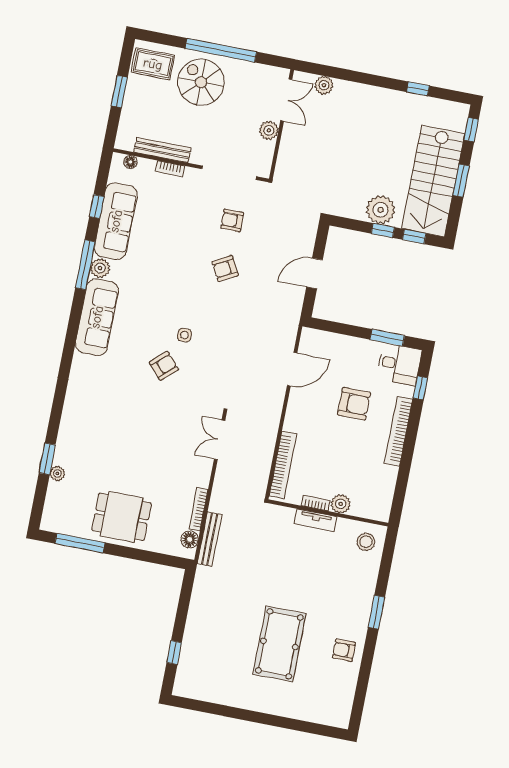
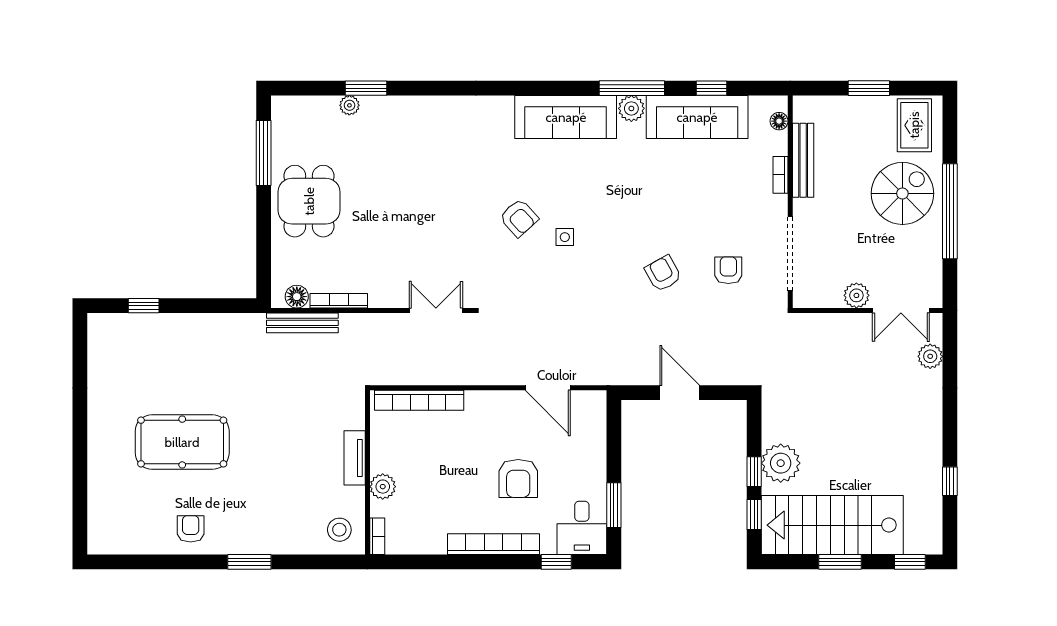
bookcase: (316, 503) -> (377, 536), moved

